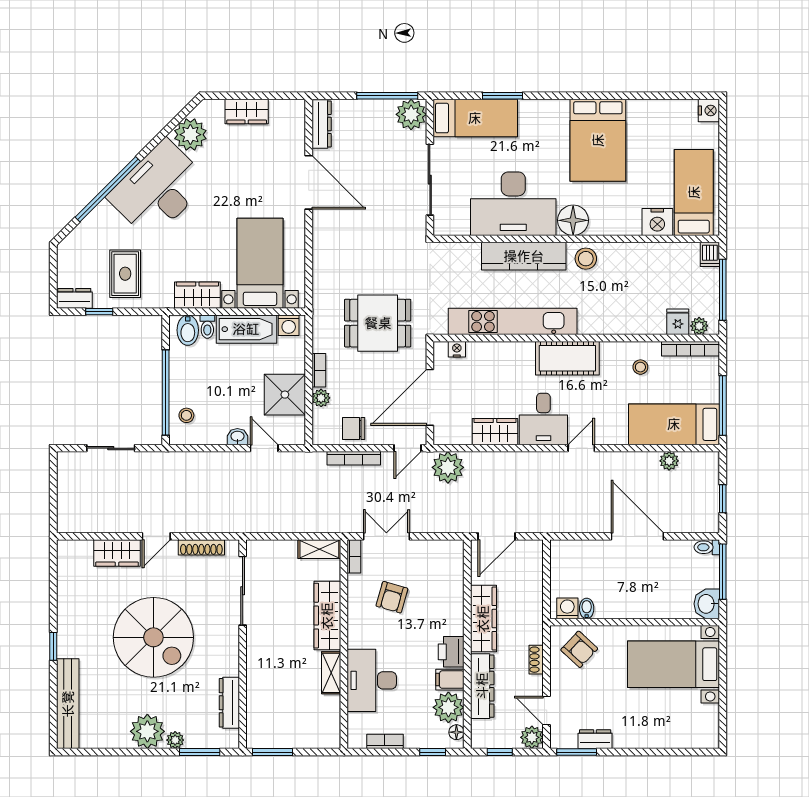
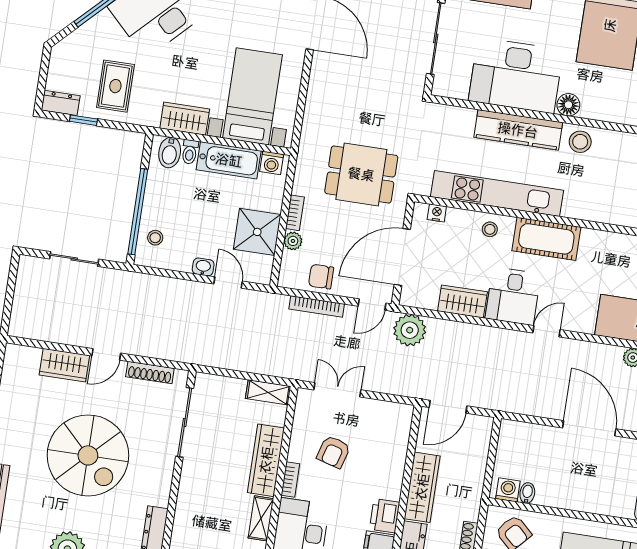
floor lamp: (573, 220) -> (568, 105), width x0.73, depth x0.73
stool: (640, 367) -> (490, 229), moved
bookcase: (354, 556) -> (290, 479), moved

